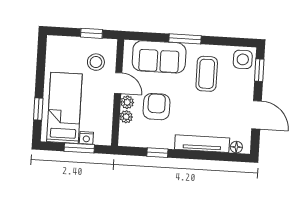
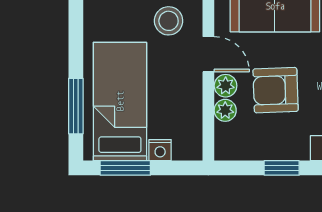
armchair: (156, 107) -> (276, 90), turned -92
window: (38, 109) -> (76, 106), width x1.50
window: (79, 148) -> (125, 168), moved

